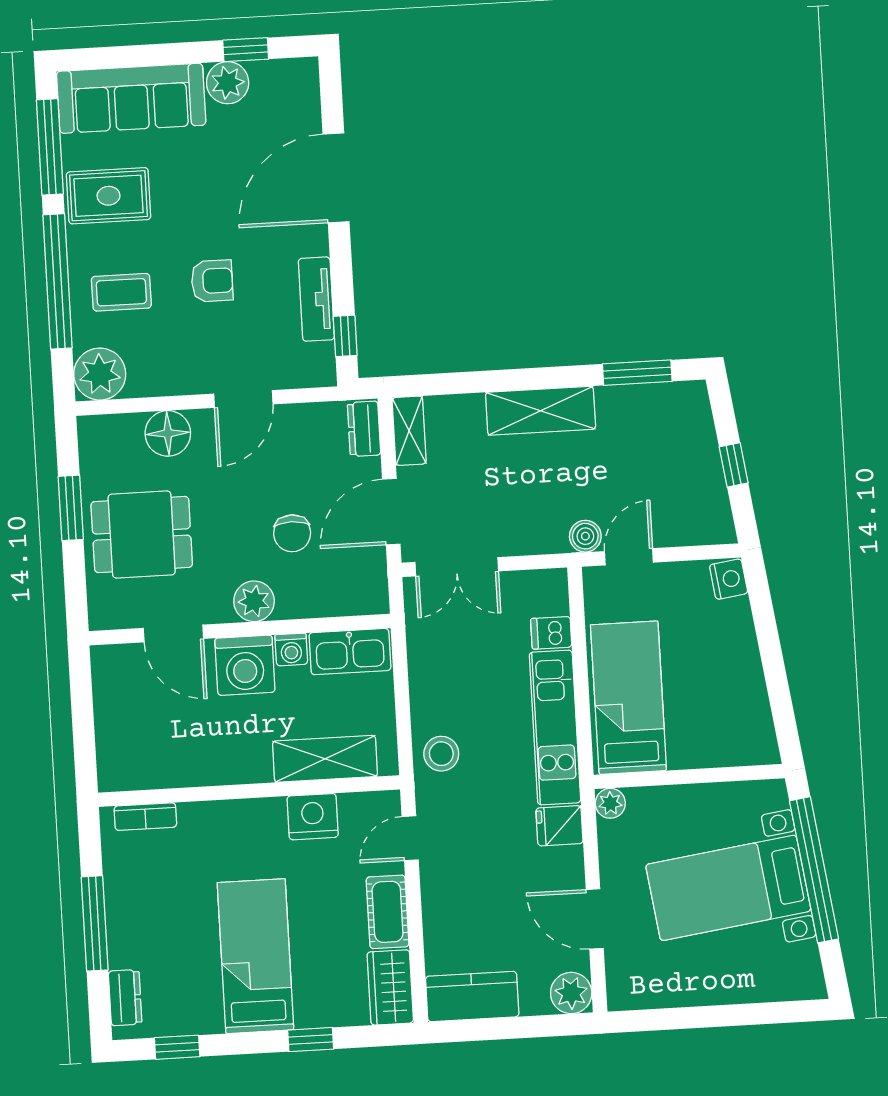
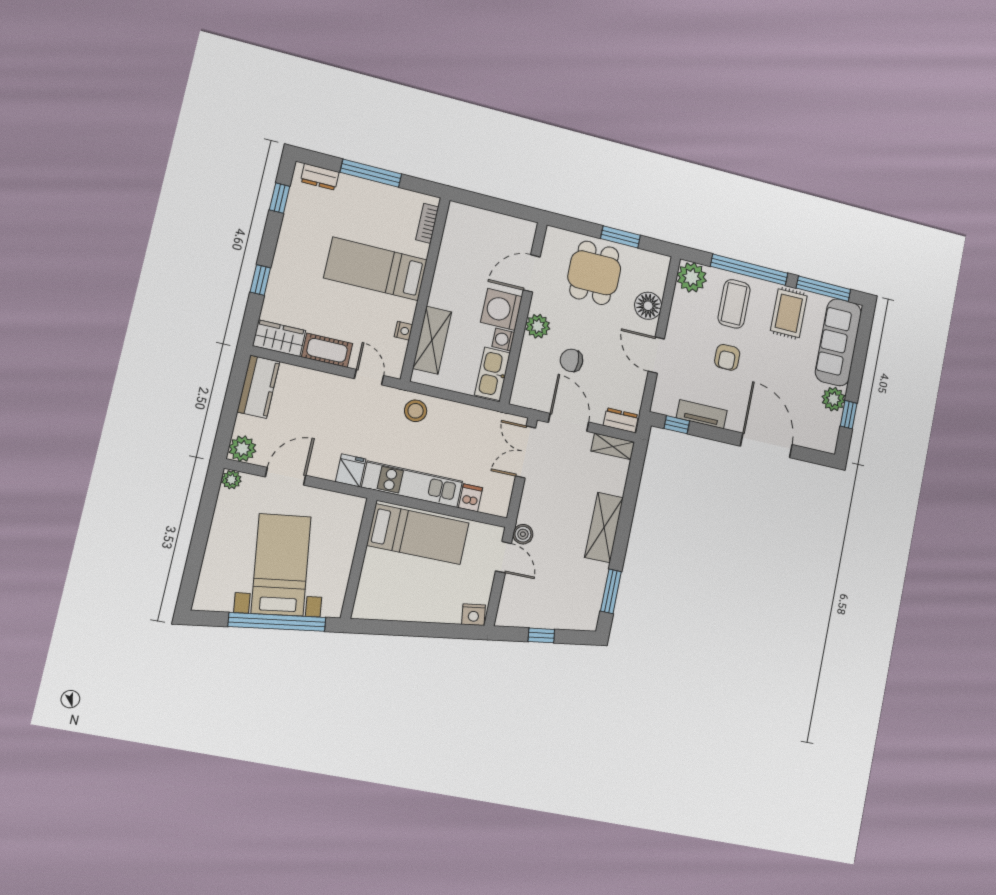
coffee table: (121, 292) -> (734, 304), width x1.36, depth x1.30
plant: (610, 803) -> (231, 480), moved
nightstand: (313, 817) -> (403, 331), width x0.53, depth x0.56
bed: (255, 956) -> (376, 269), moved, turned 180

